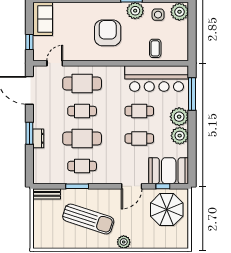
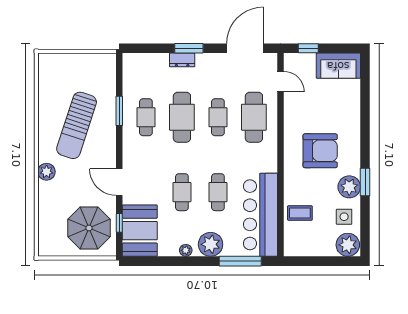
plant: (180, 136) -> (186, 250), width x0.53, depth x0.53
bench: (47, 194) -> (109, 71), removed

